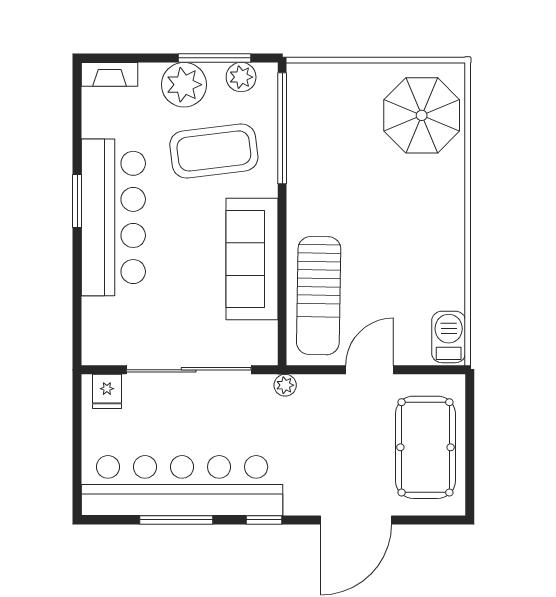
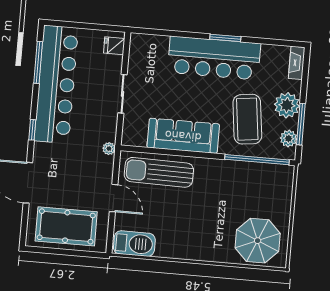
barbecue: (449, 337) -> (134, 244), width x1.37, depth x1.21
sliding door: (189, 370) -> (123, 94), width x0.54
window: (176, 520) -> (38, 62), moved

